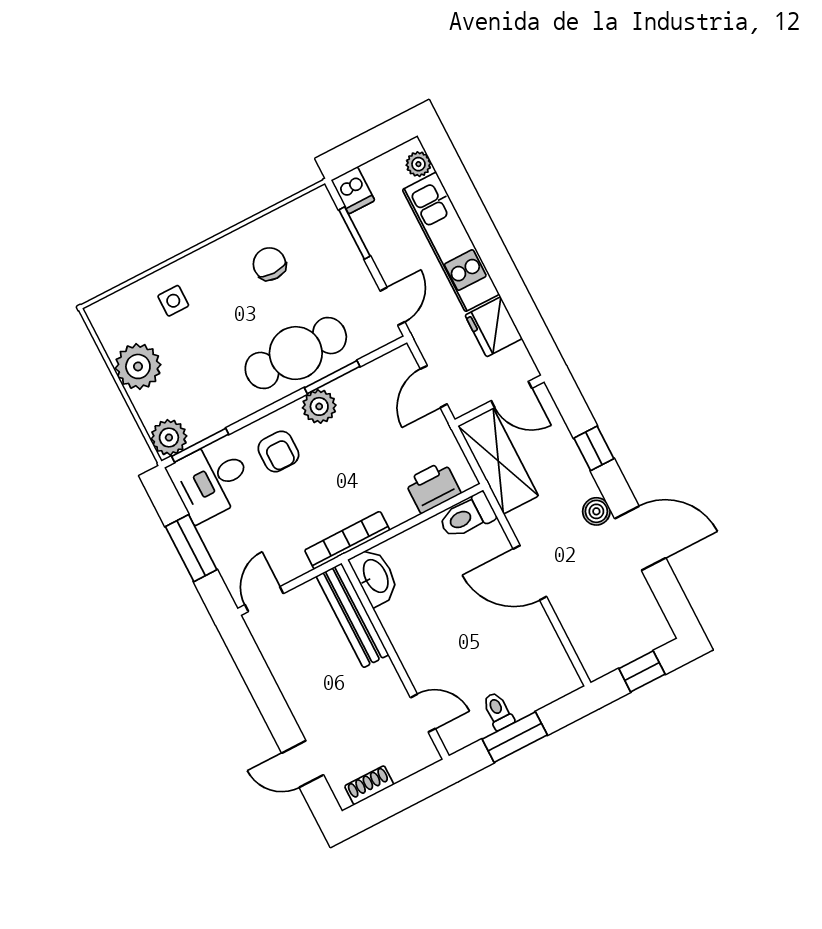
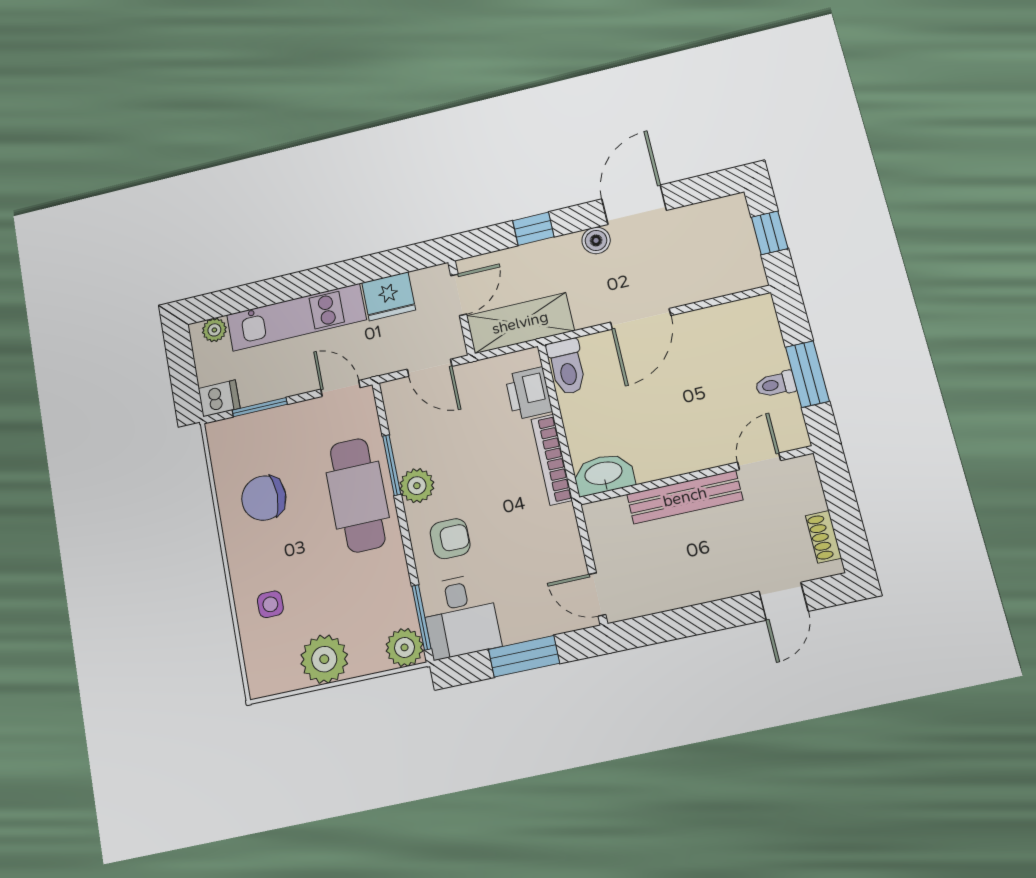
chair: (269, 264) -> (264, 498), width x1.37, depth x1.37
bookcase: (347, 540) -> (552, 460), moved
bench: (352, 615) -> (685, 497), moved

